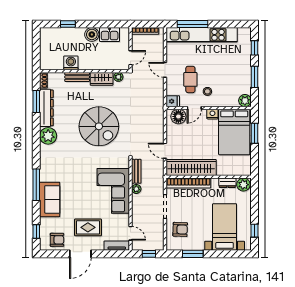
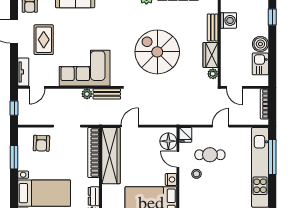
spiral stairs: (99, 126) -> (157, 52), turned 90

